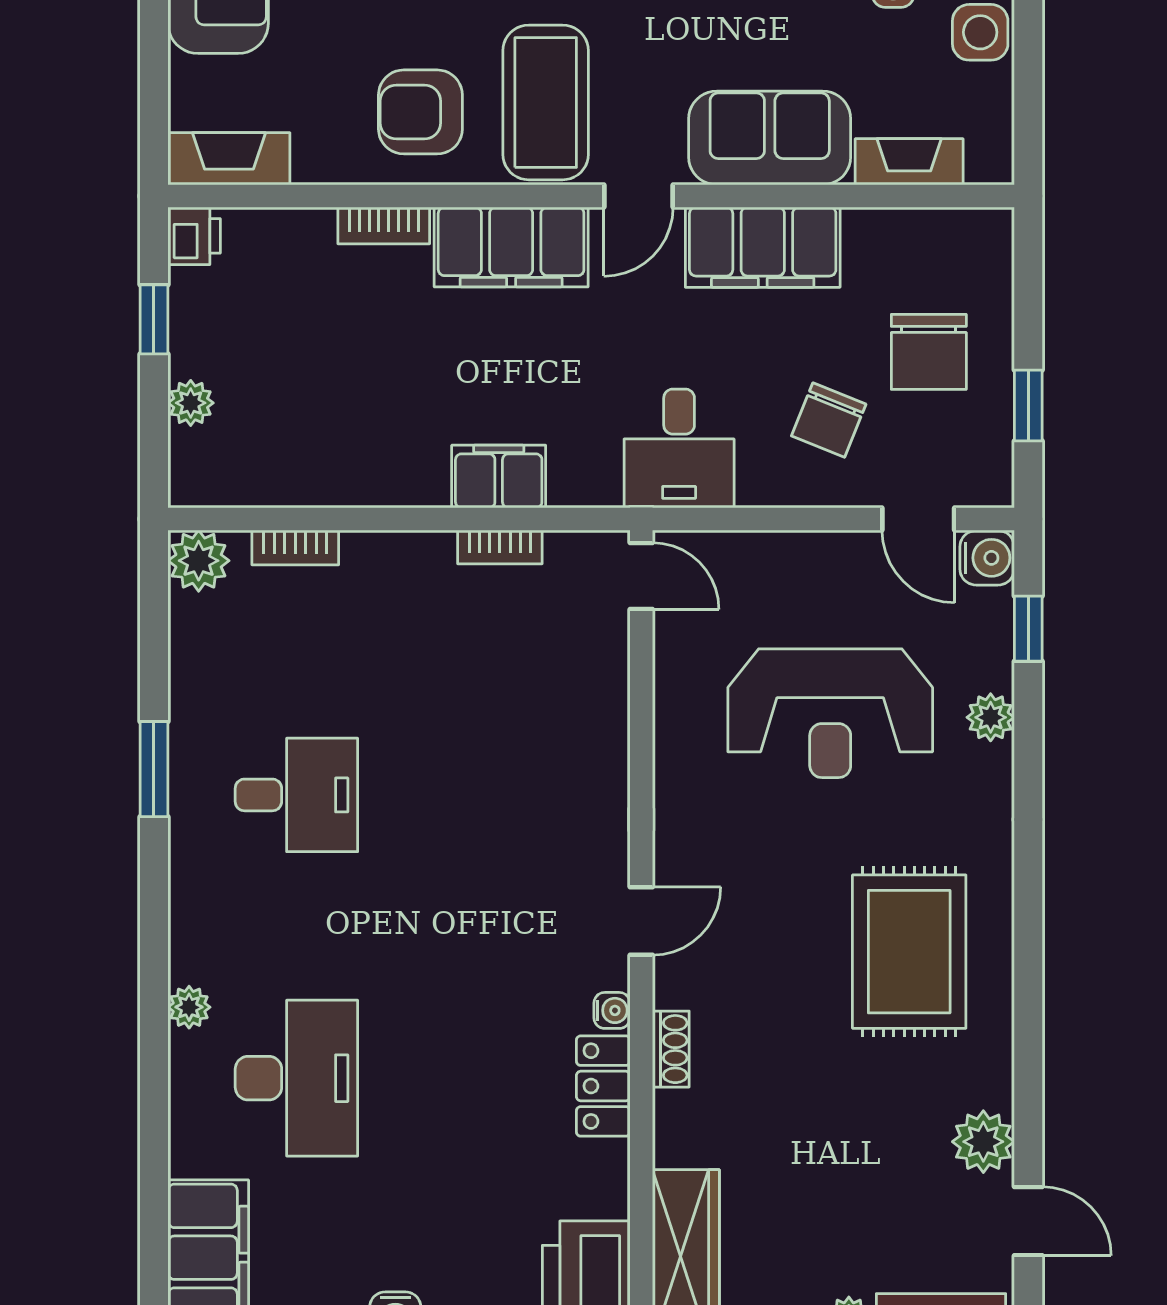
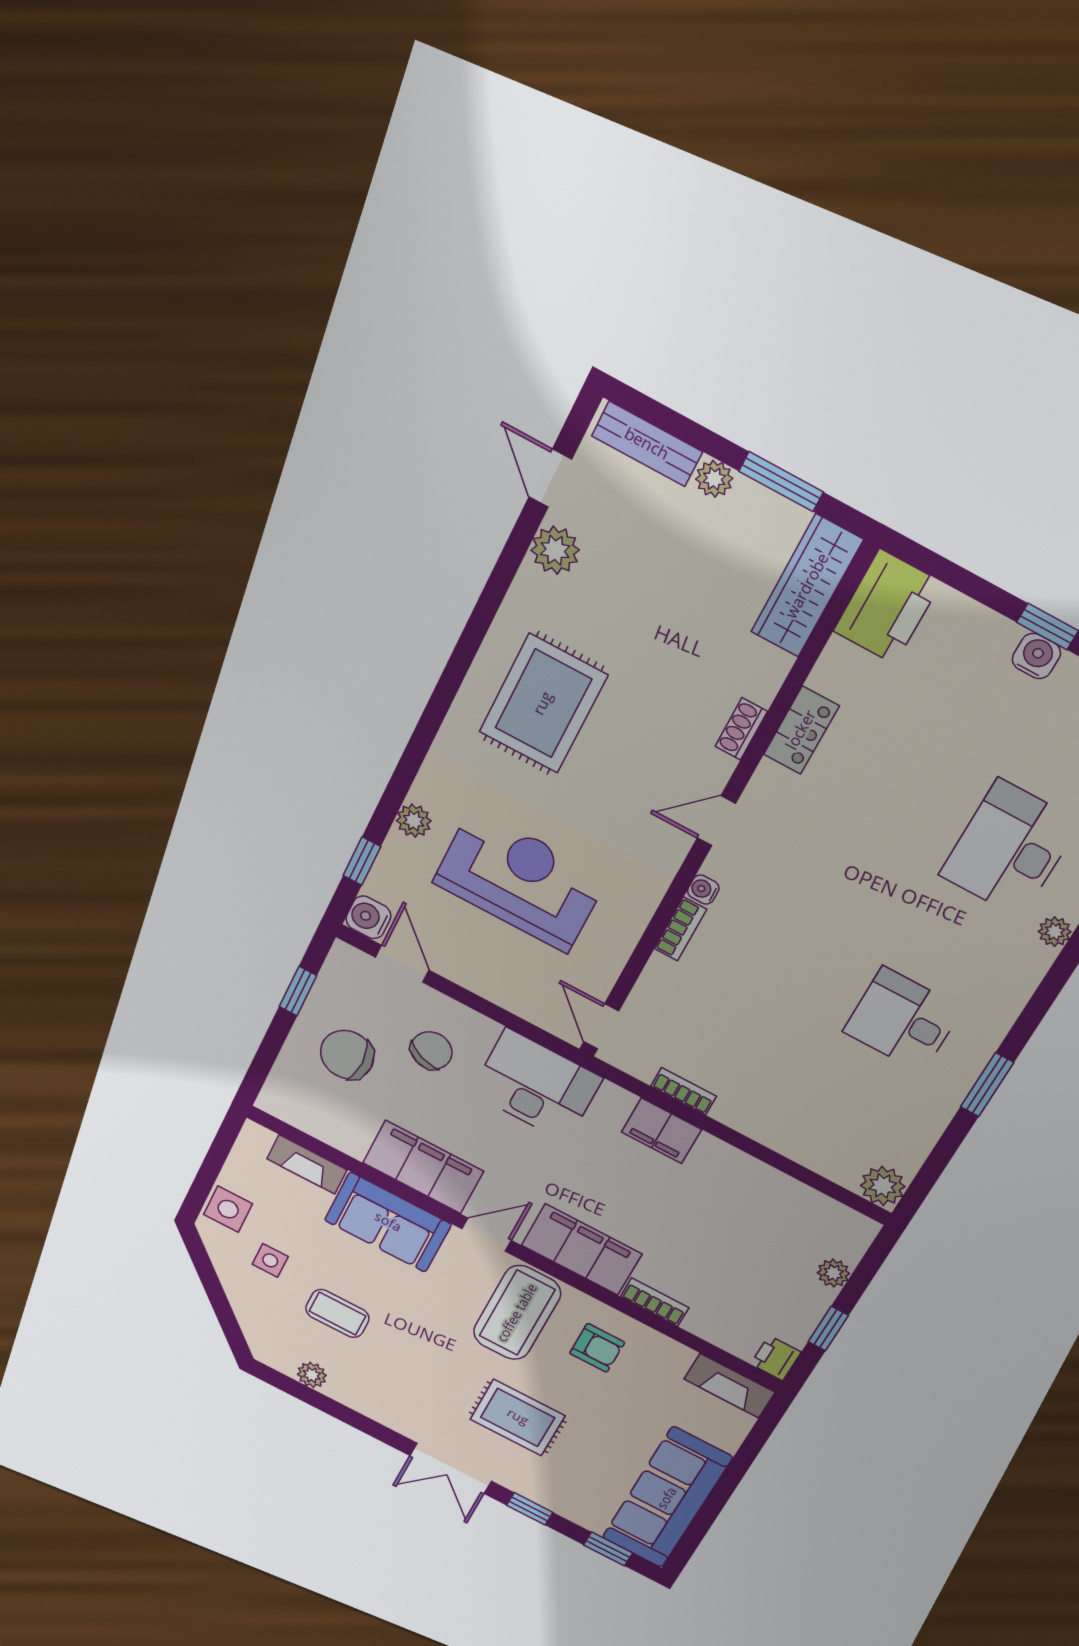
armchair: (420, 112) -> (597, 1348), width x0.72, depth x0.72
chair: (929, 352) -> (347, 1055), turned -90
desk: (679, 448) -> (537, 1085), width x1.37
bookcase: (295, 547) -> (680, 929), moved, turned 90
water cooler: (612, 1010) -> (703, 890), moved

